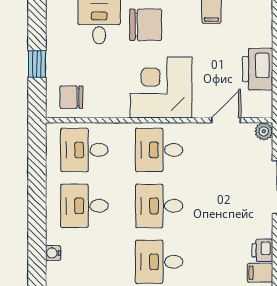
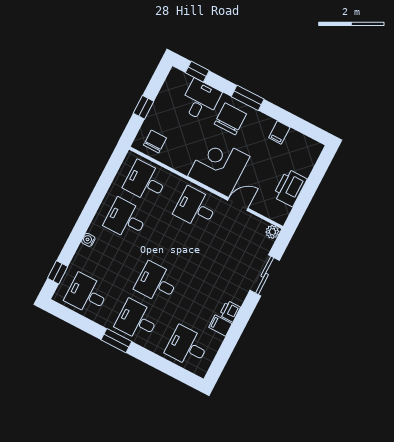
chair: (146, 25) -> (230, 119), turned -90
chair: (71, 97) -> (155, 142), turned 90
door: (226, 120) -> (238, 204), moved
desk: (159, 206) -> (176, 245), removed

